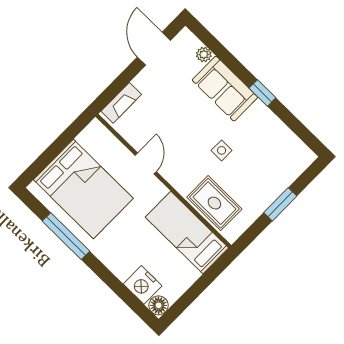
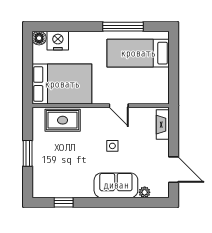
window: (262, 93) -> (64, 202), moved
side table: (222, 150) -> (112, 146), moved
bed: (83, 189) -> (138, 53), width x0.67
bed: (187, 232) -> (62, 84), width x1.50

